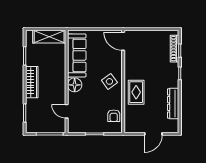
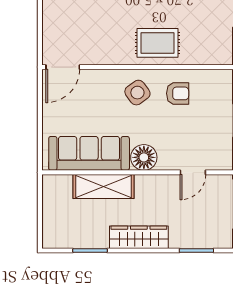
shelving: (49, 37) -> (103, 187), moved, turned 90
armchair: (114, 116) -> (178, 93), moved

